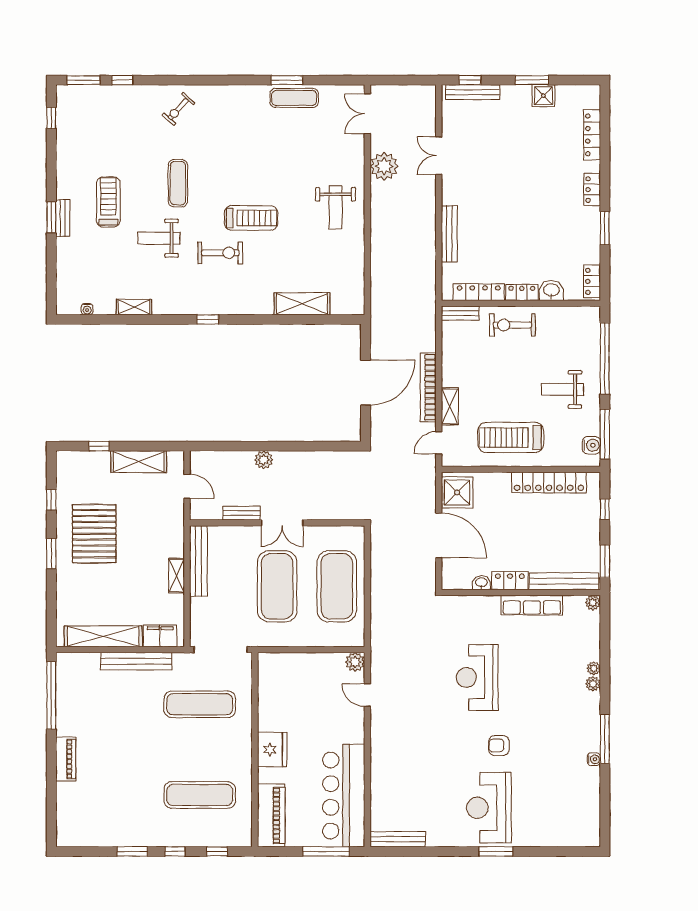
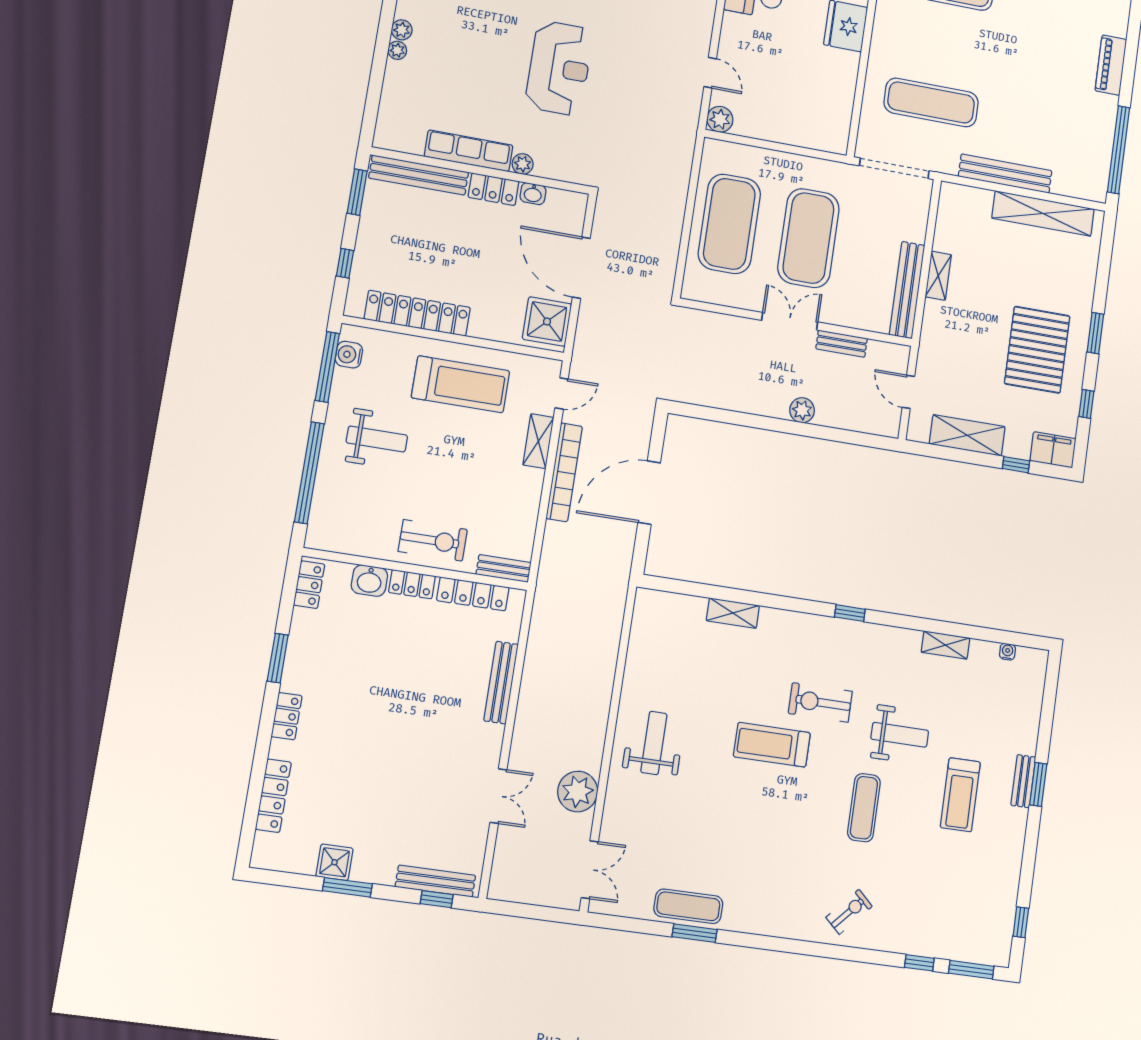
shelving: (302, 304) -> (733, 613), width x0.67, depth x0.75
plant: (593, 603) -> (523, 164), moved
filing cabinet: (160, 636) -> (1053, 450), moved, turned 180

